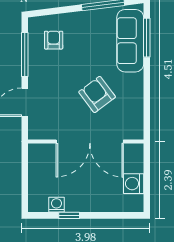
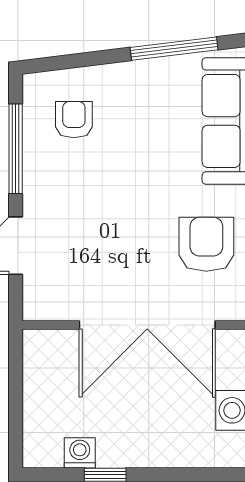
armchair: (97, 94) -> (206, 244), moved, turned 37

